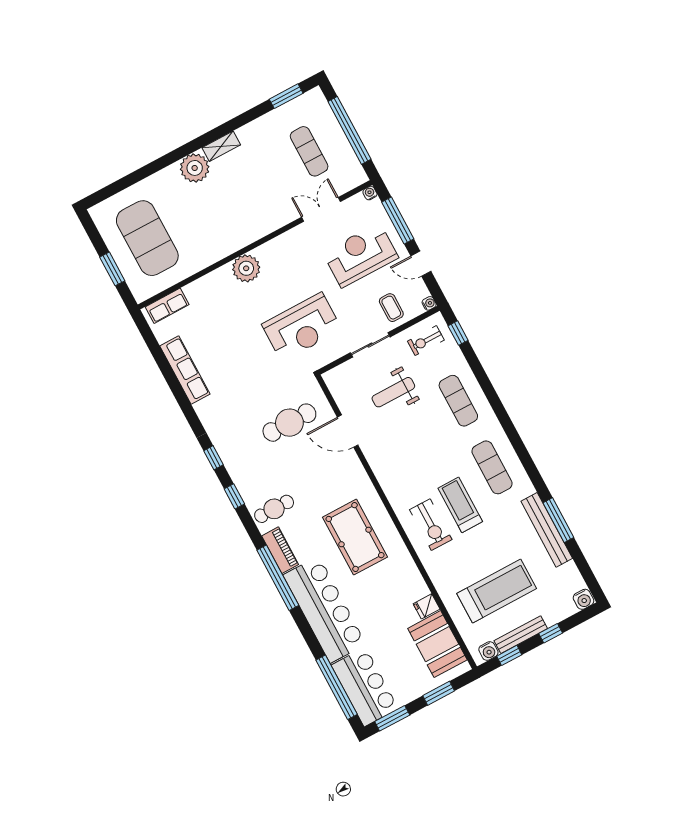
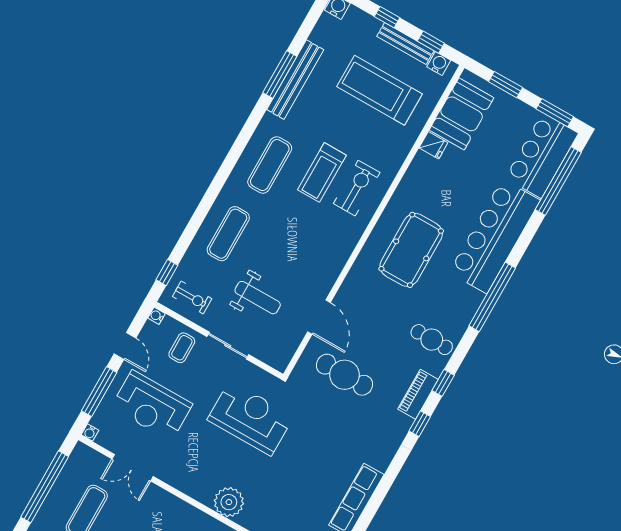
piano: (280, 550) -> (418, 394), moved

